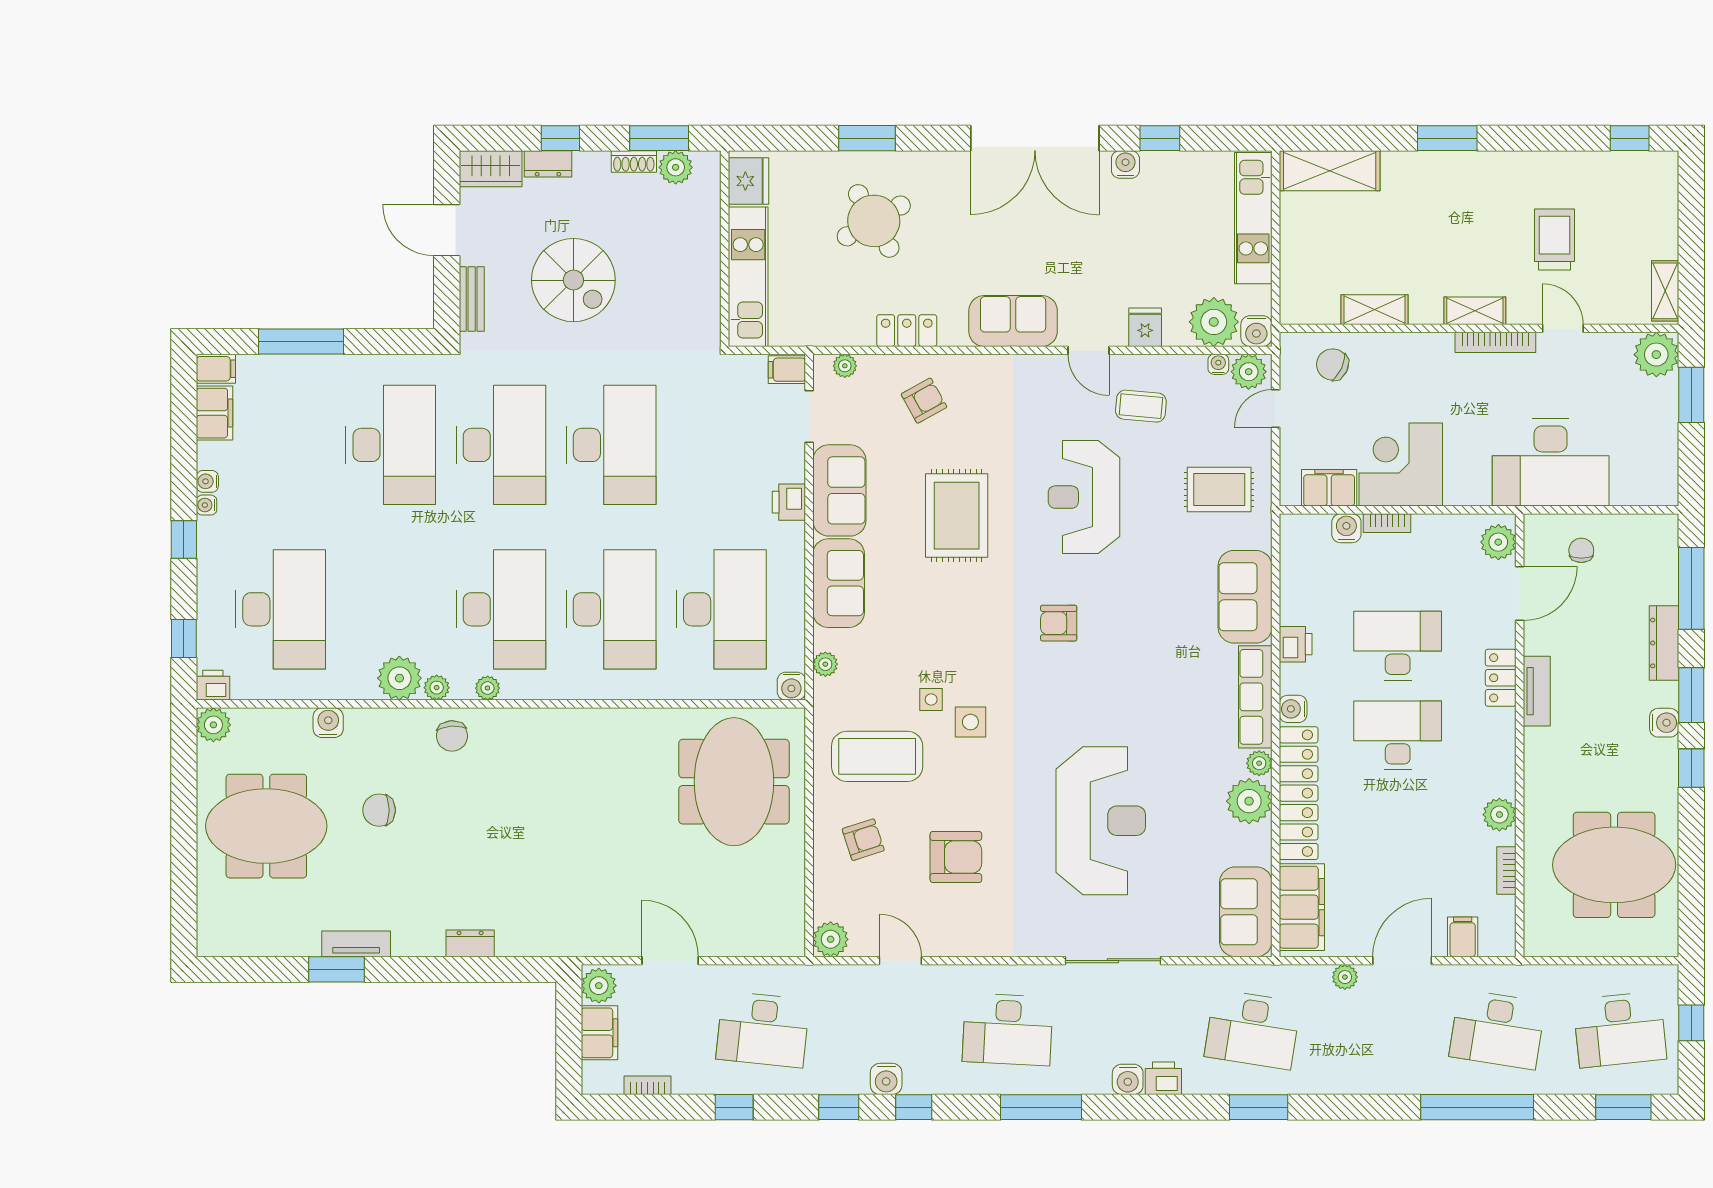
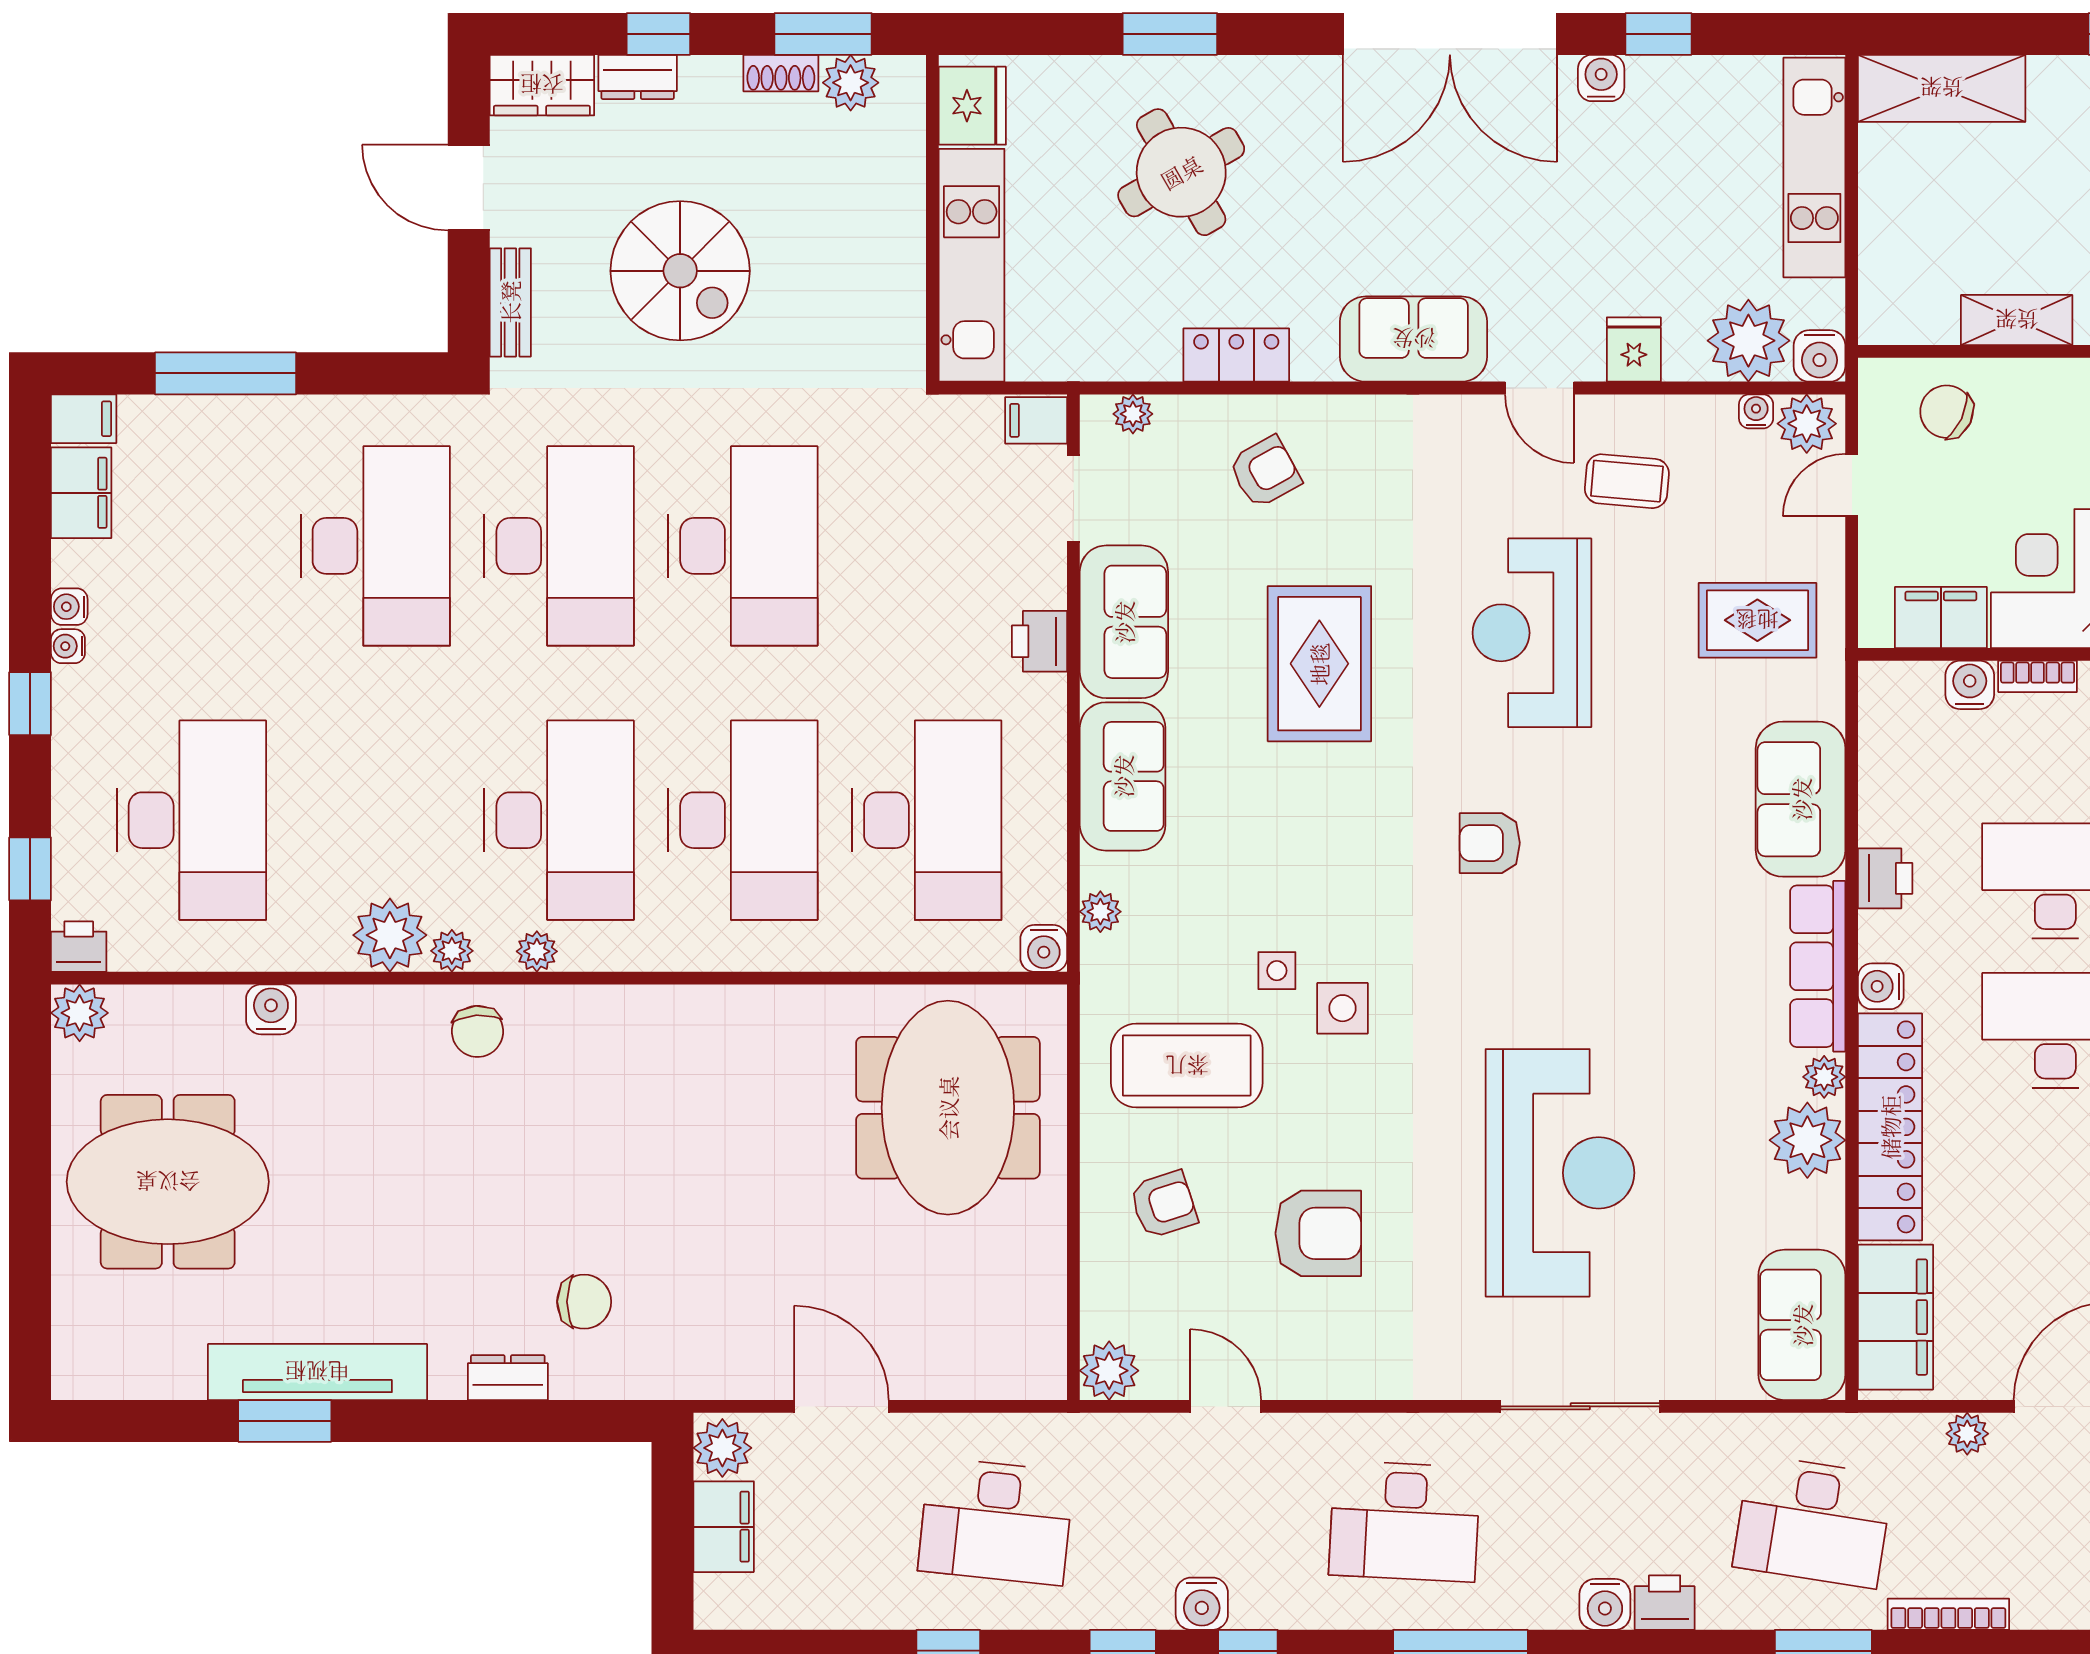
chair: (379, 810) -> (584, 1302), moved, turned 180
tv unit: (356, 944) -> (317, 1372), width x1.92, depth x1.29
bookcase: (647, 1085) -> (1948, 1614), moved, width x1.56

